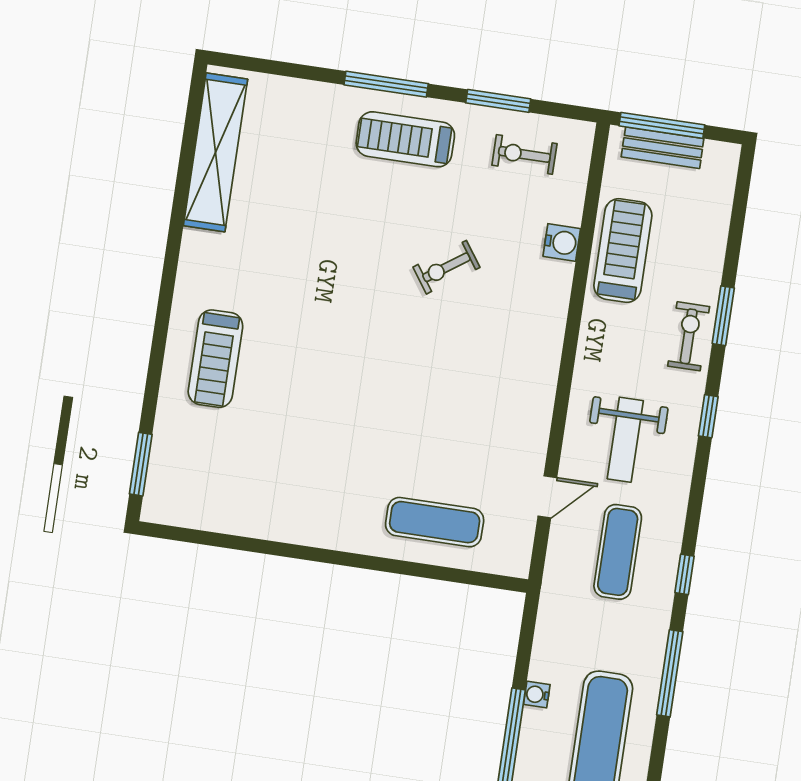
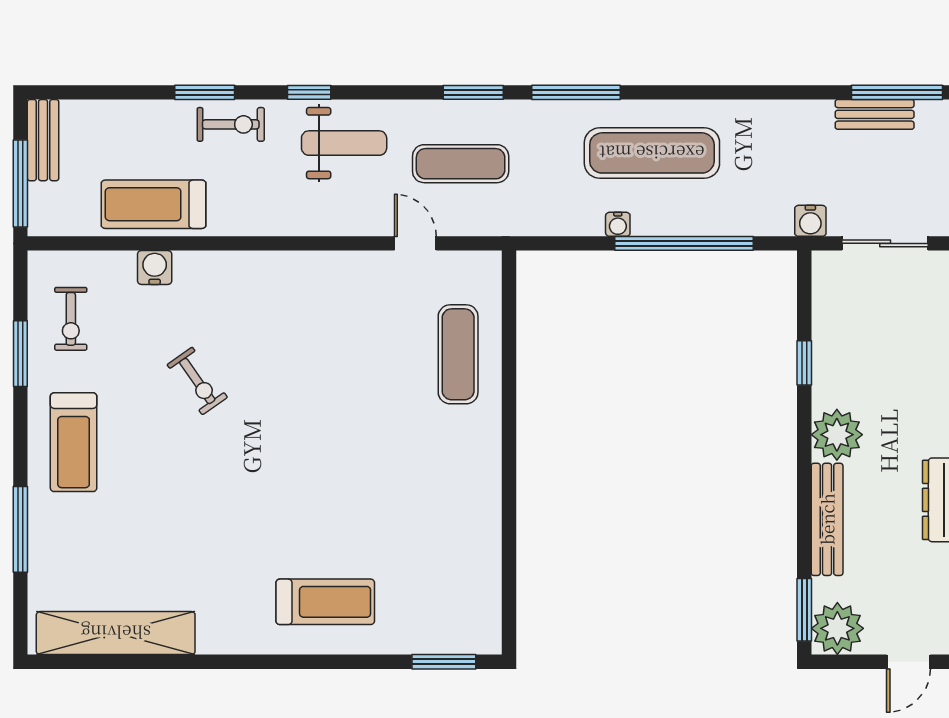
window: (386, 84) -> (20, 529), moved
bench: (663, 148) -> (43, 140), moved
exercise bike: (689, 336) -> (231, 124), turned 180
weight bench: (625, 440) -> (344, 143), moved
window: (685, 574) -> (473, 92), width x1.50

